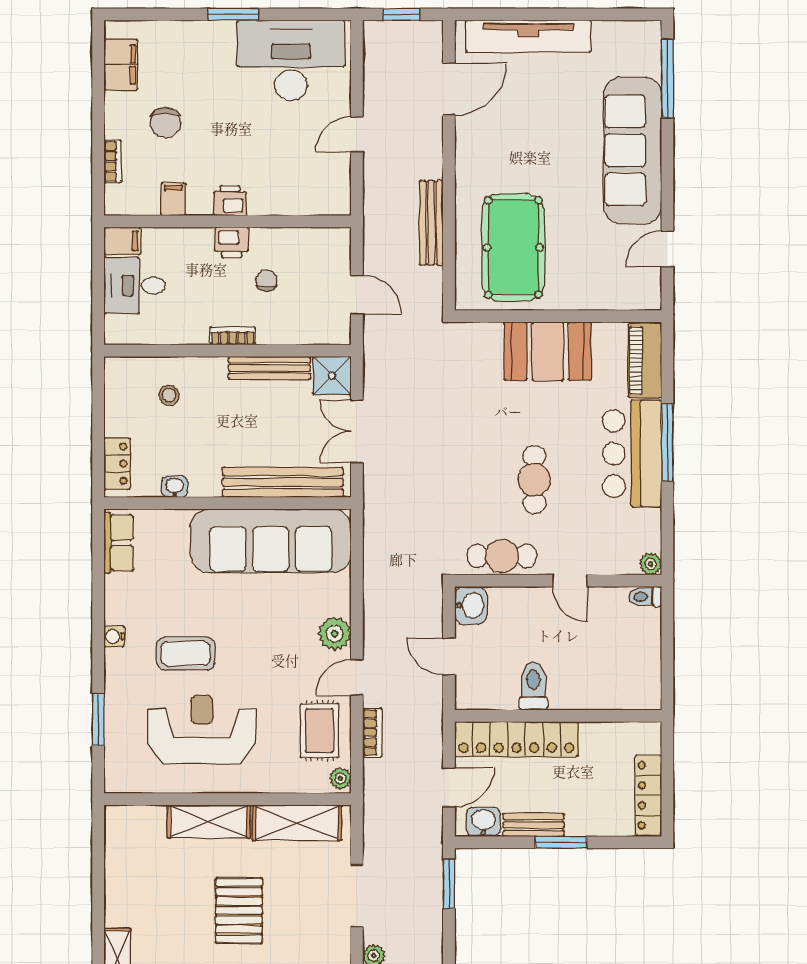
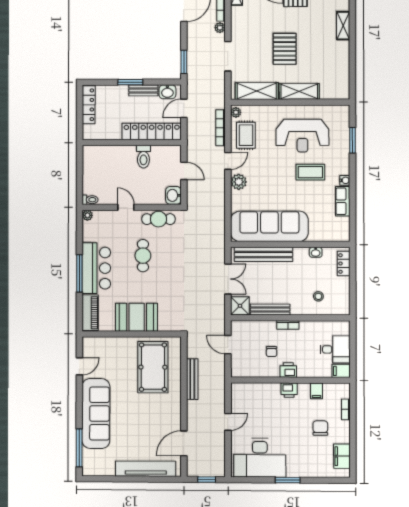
row of seats: (119, 543) -> (343, 201), moved
bookcase: (372, 733) -> (221, 128), width x1.56

